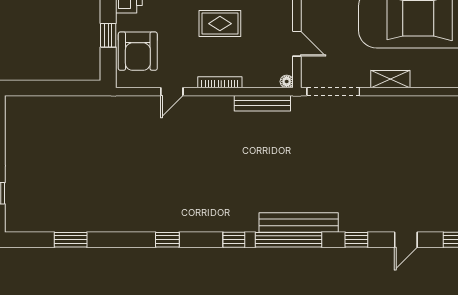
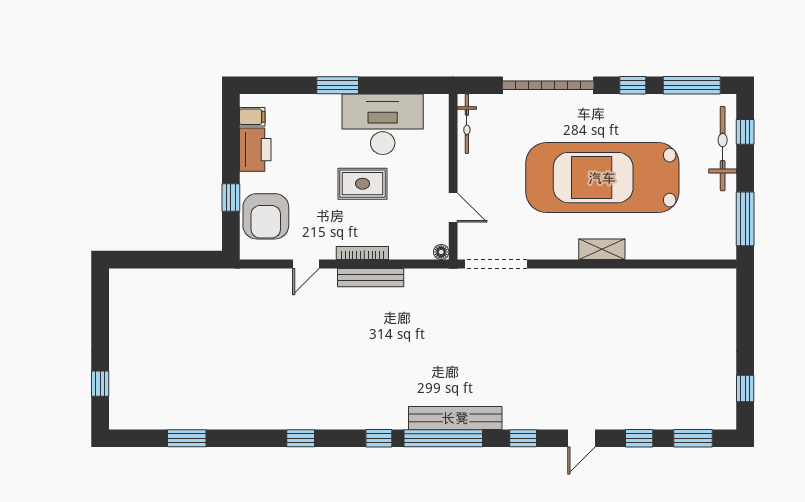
shelving: (390, 79) -> (602, 249), moved
bench: (262, 103) -> (371, 278), moved

